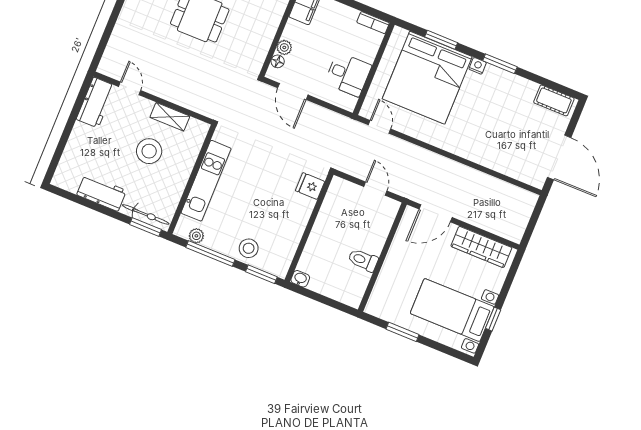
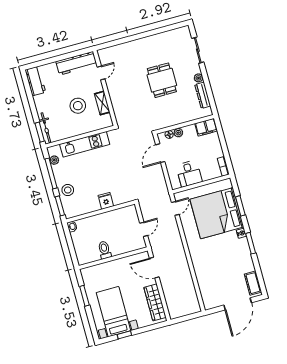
workbench: (96, 102) -> (76, 63), width x1.37
door: (559, 157) -> (238, 304), moved
fridge: (310, 186) -> (106, 201), moved
workbench: (102, 193) -> (35, 81), moved

